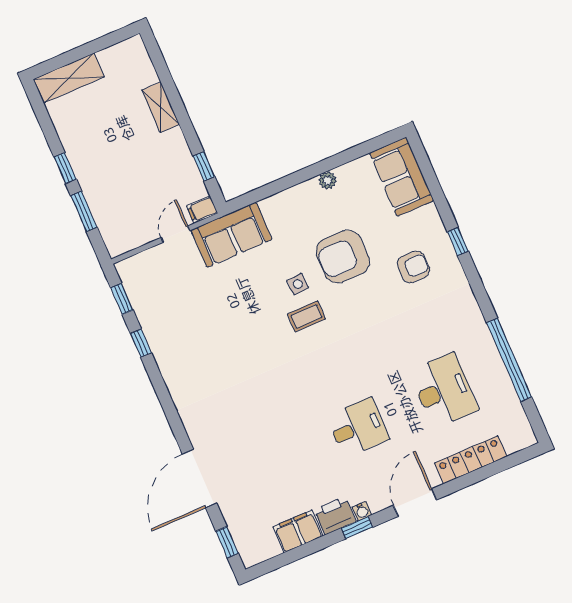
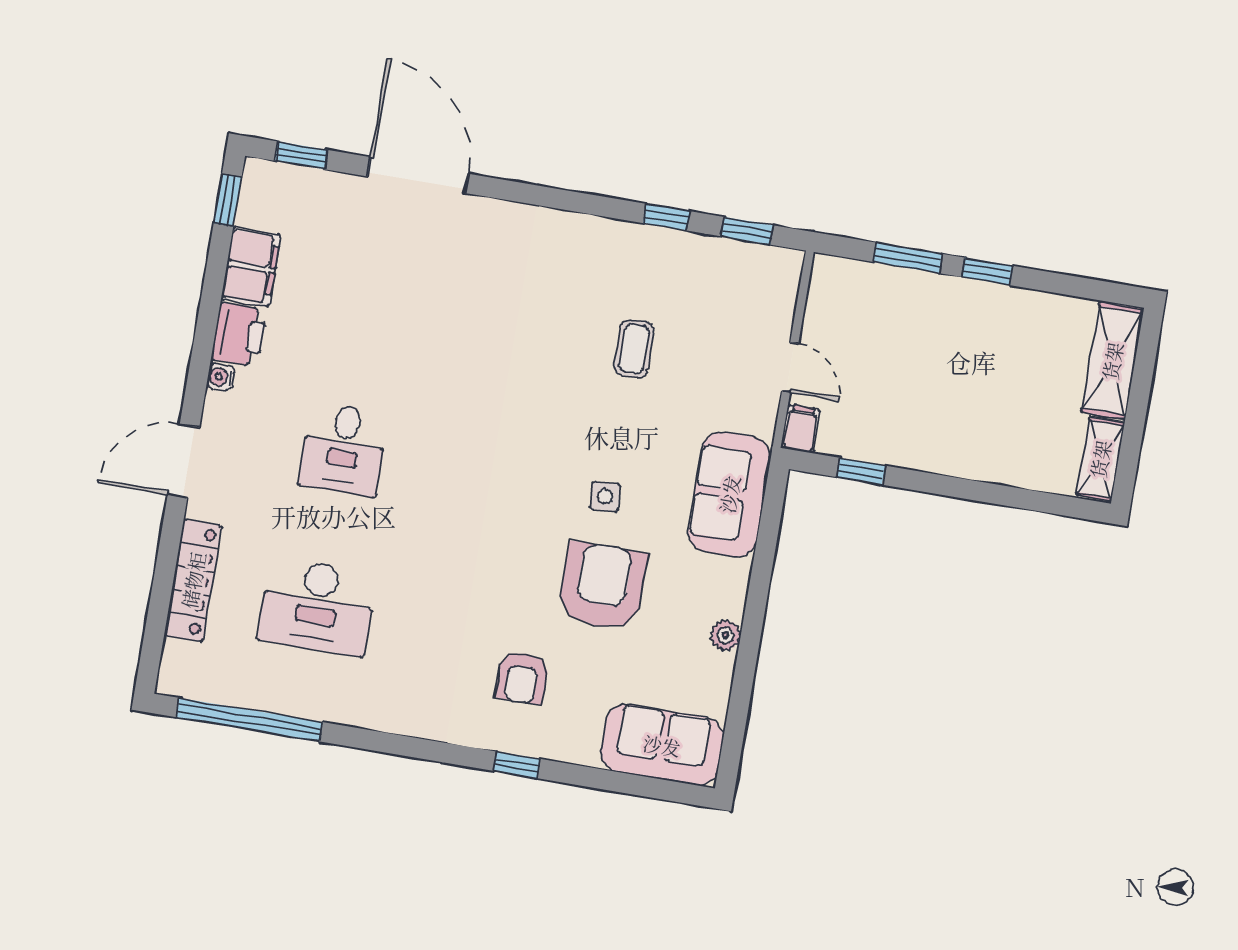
shelving: (161, 107) -> (1100, 459), moved, turned 90
sofa: (231, 235) -> (729, 494), moved
coffee table: (306, 316) -> (634, 349), moved
window: (509, 360) -> (249, 720), moved
door: (415, 503) -> (183, 461), swing flipped
window: (357, 528) -> (228, 200), moved

